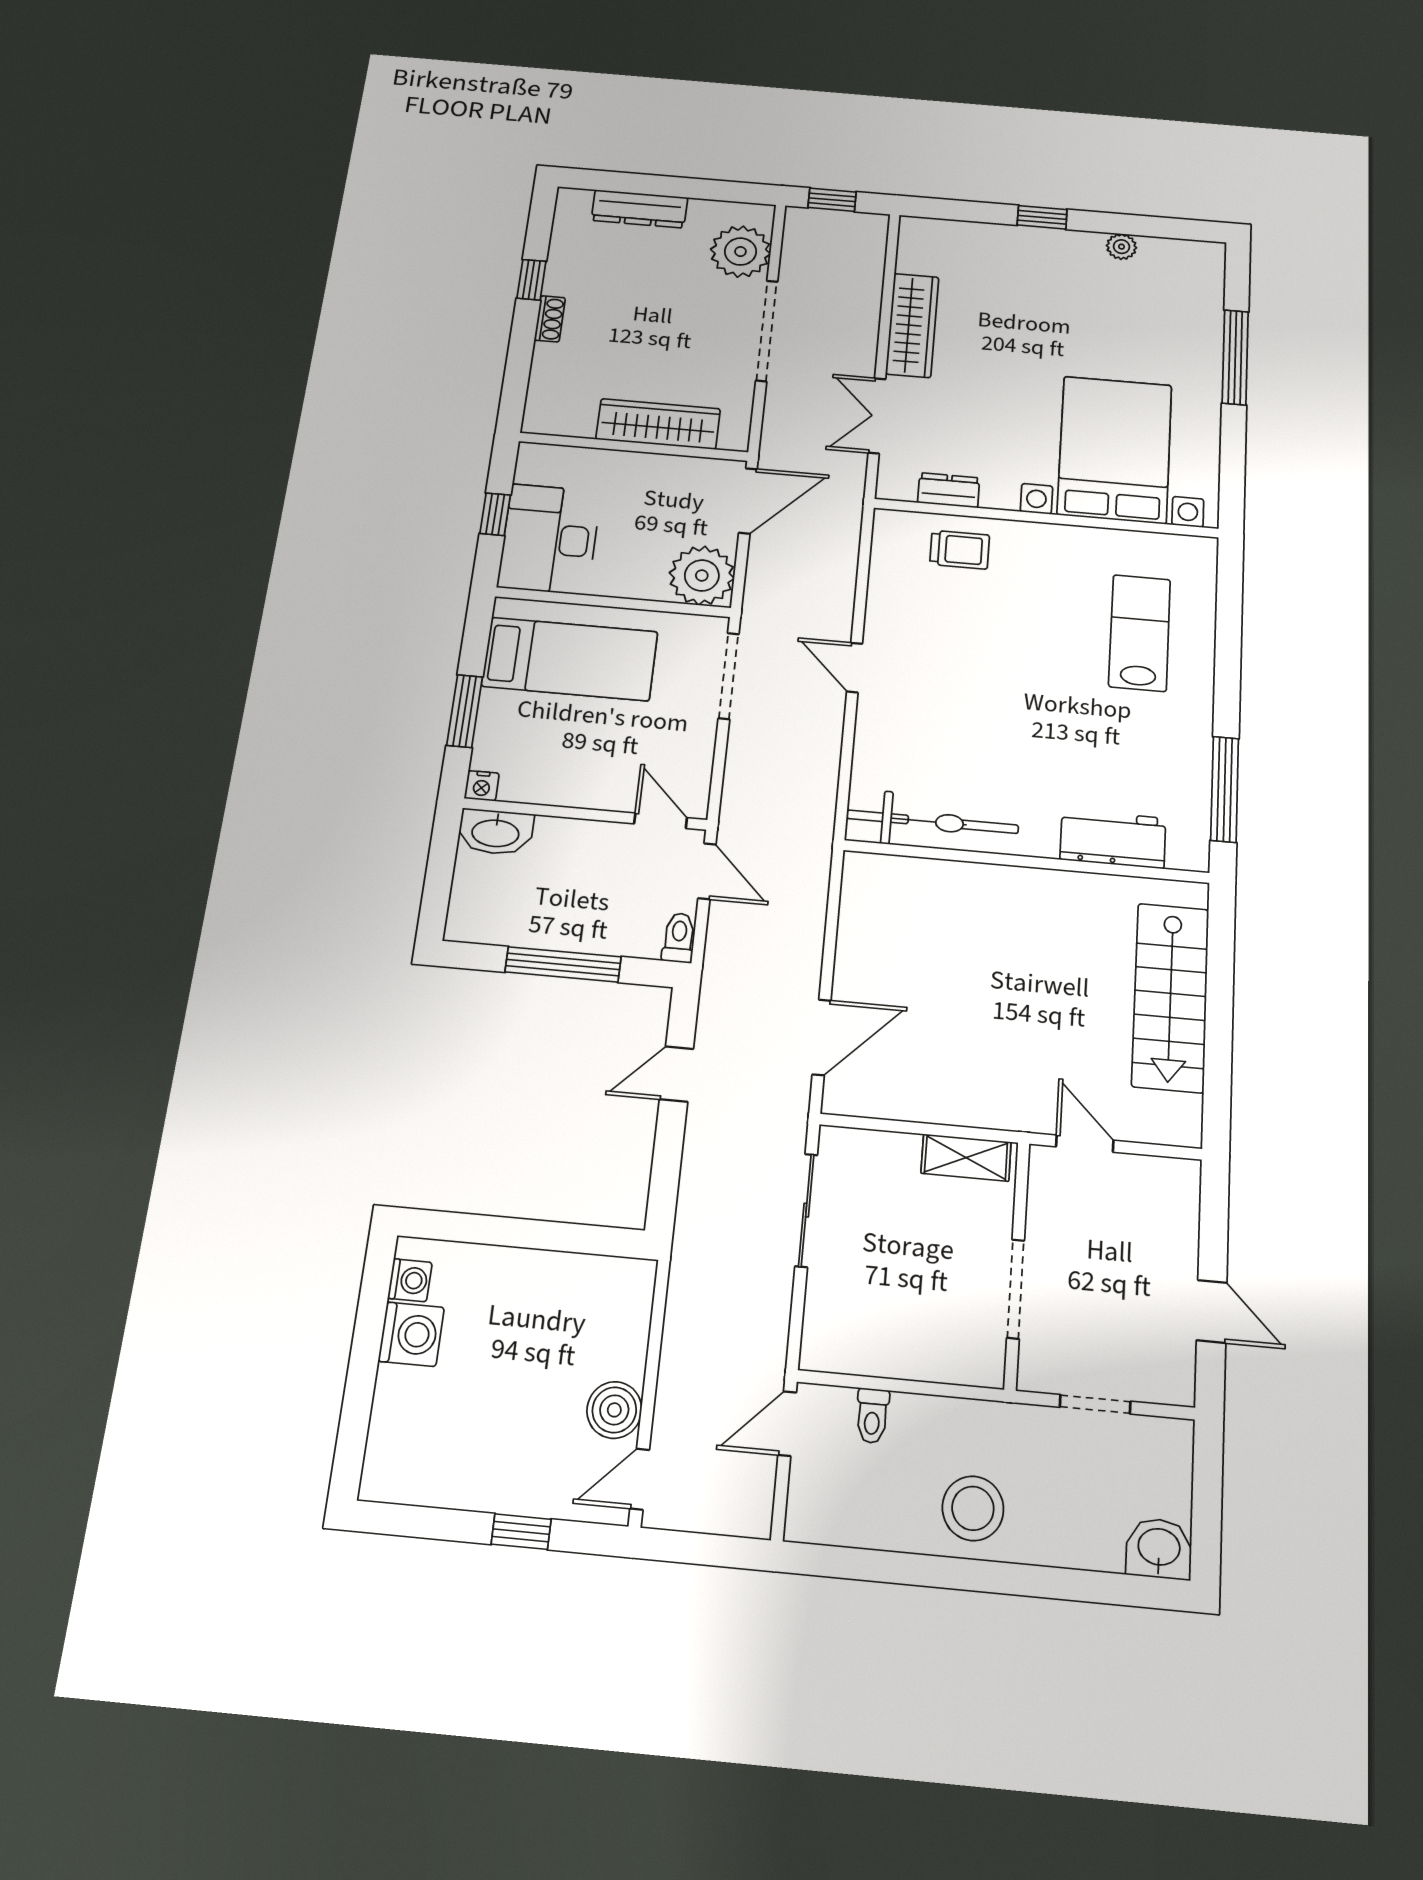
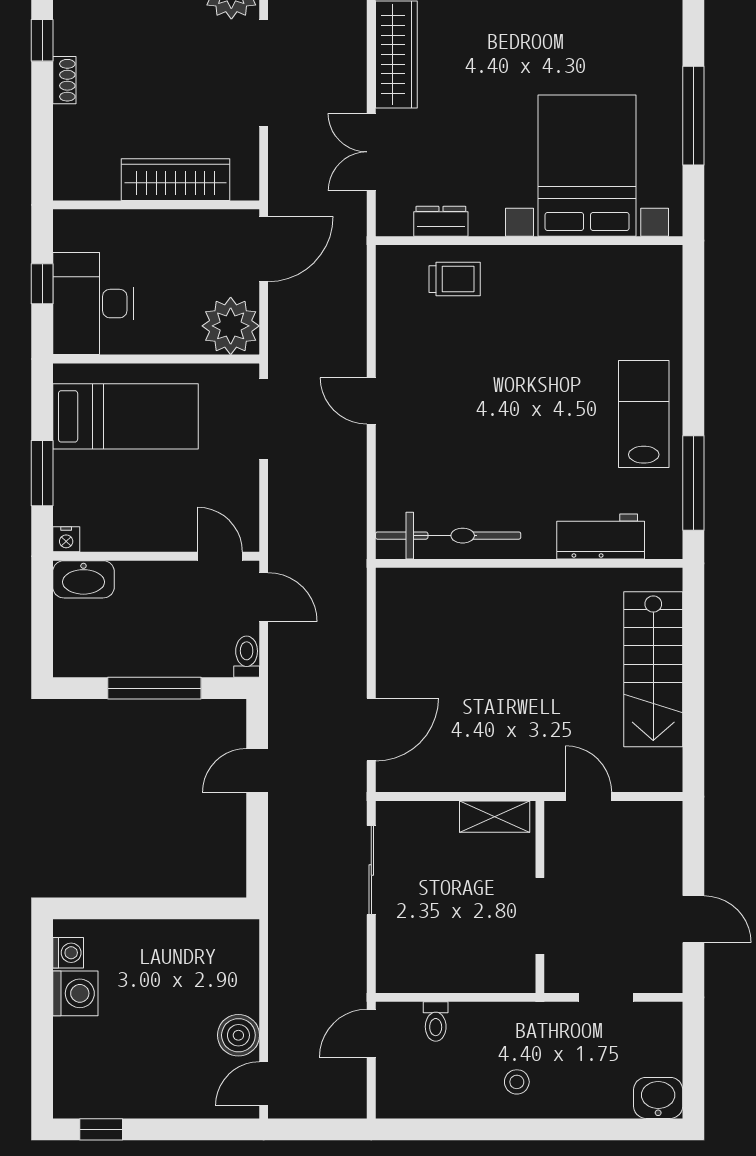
window: (1235, 357) -> (693, 116), moved
lab bench: (1140, 633) -> (644, 414), moved
stool: (973, 1508) -> (517, 1082), width x0.53, depth x0.53
window: (521, 1532) -> (101, 1129), moved

